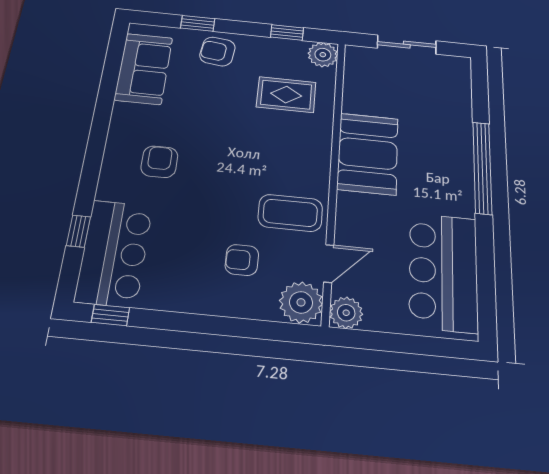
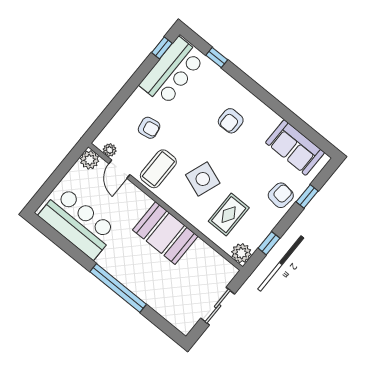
side table: (263, 150) -> (203, 179), added
armchair: (159, 162) -> (231, 121), turned 90
bar counter: (114, 253) -> (172, 72), moved, turned -90
armchair: (242, 260) -> (149, 128), turned 80
plant: (301, 302) -> (110, 150), width x0.53, depth x0.53

